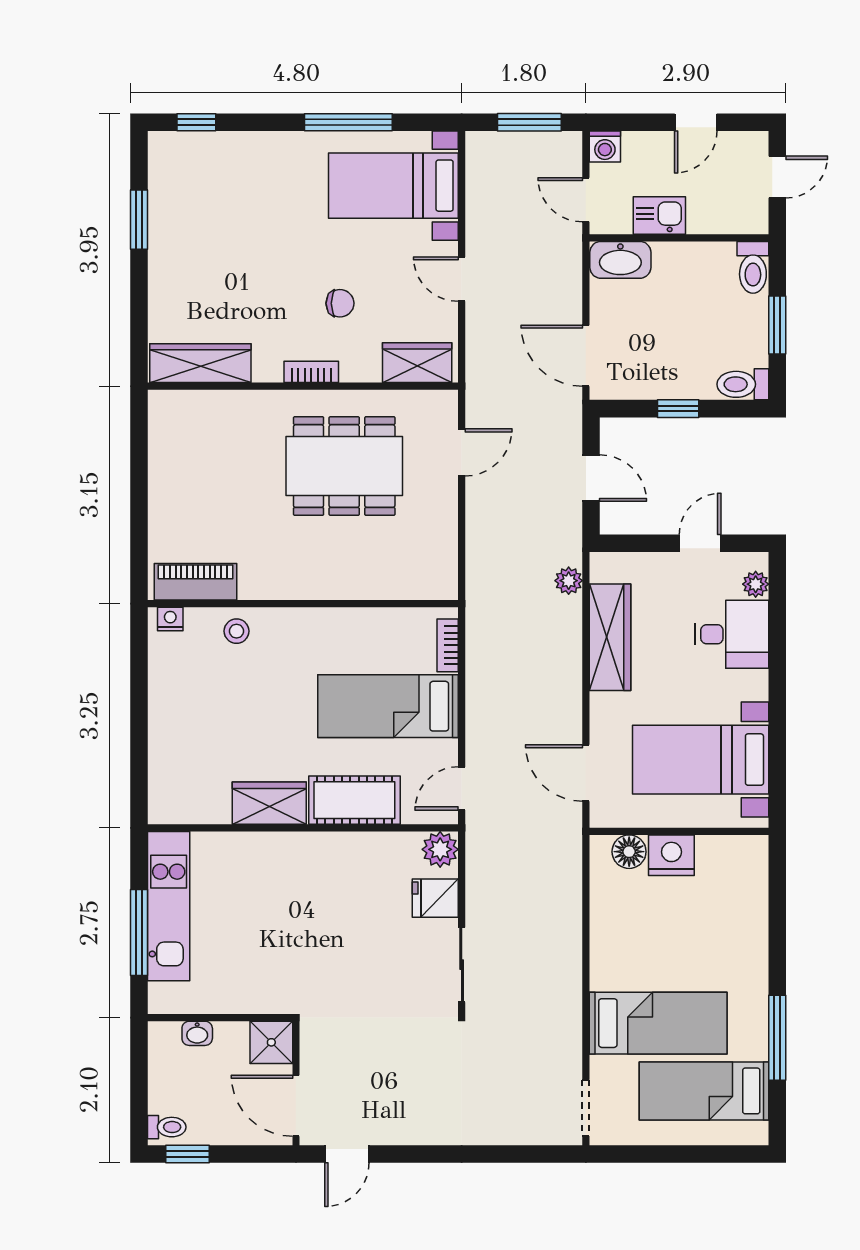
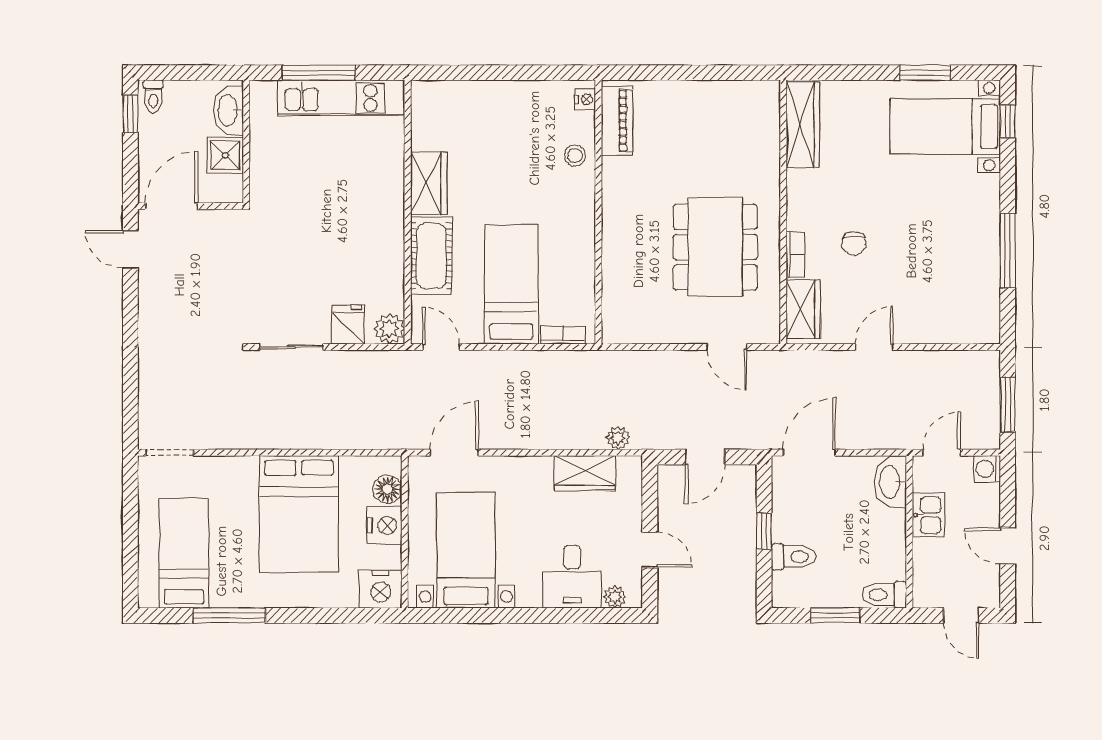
bed with nightstands: (393, 186) -> (945, 127), moved, turned -90
bookcase: (311, 372) -> (795, 254), moved
toilet: (743, 384) -> (793, 557), moved, turned 90
wardrobe: (610, 637) -> (585, 473), width x0.67
nightstand: (746, 860) -> (381, 589), added
bed: (658, 1023) -> (299, 514), moved, width x1.50
washbasin: (197, 1033) -> (228, 110), width x1.91, depth x1.45
shower: (271, 1042) -> (225, 155), moved

